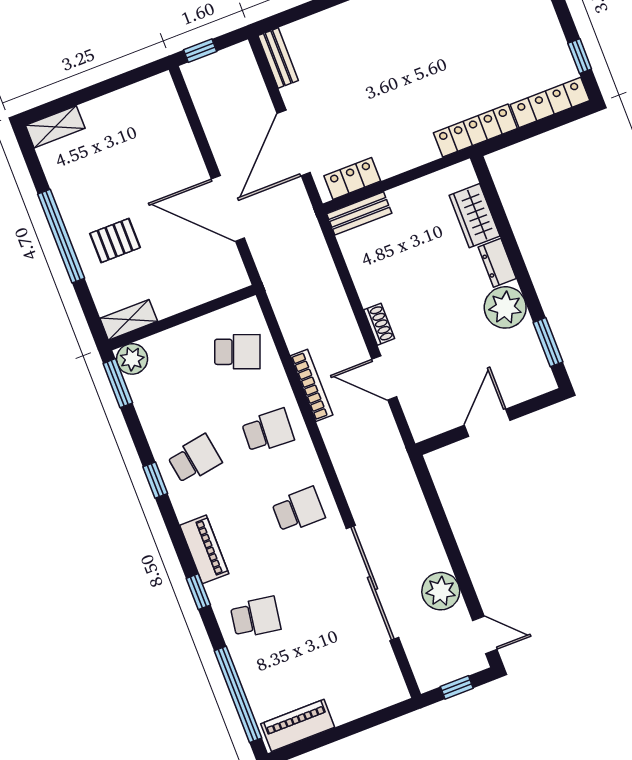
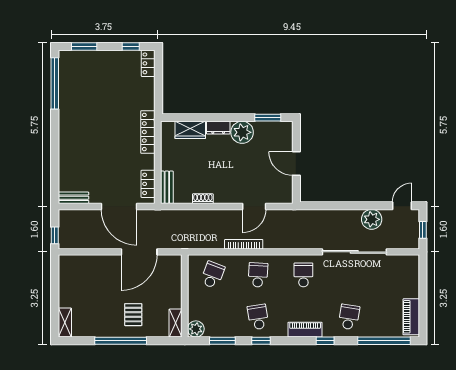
locker: (550, 103) -> (148, 63), width x0.66
locker: (475, 131) -> (148, 132), moved
shoe rack: (379, 324) -> (203, 199), moved
window: (118, 383) -> (222, 341), moved

